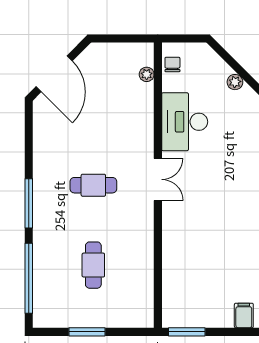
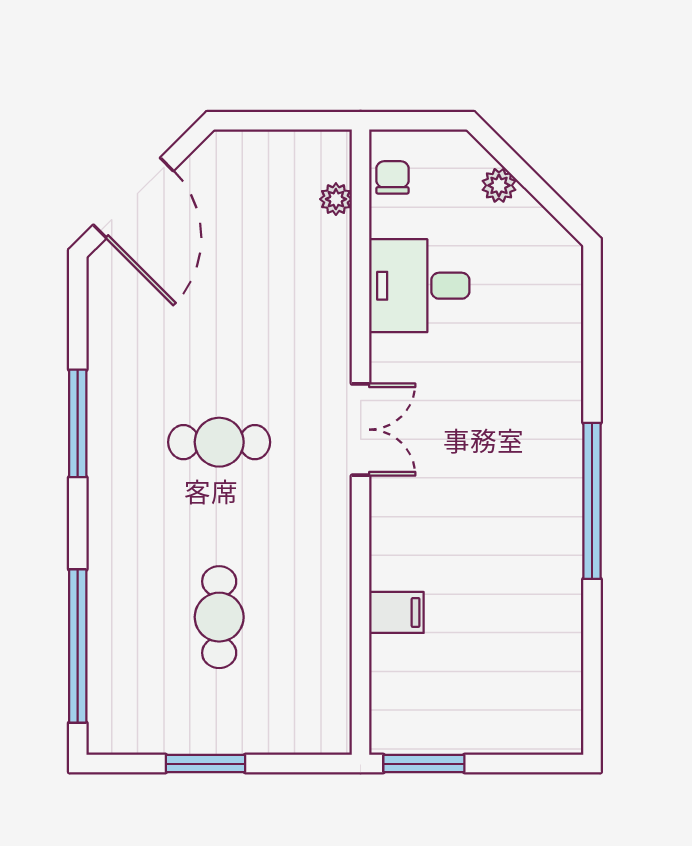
plant: (235, 82) -> (499, 185), moved
desk: (185, 122) -> (419, 286), width x0.73
window: (29, 203) -> (78, 423), moved
filing cabinet: (244, 315) -> (396, 612), moved, turned 90

